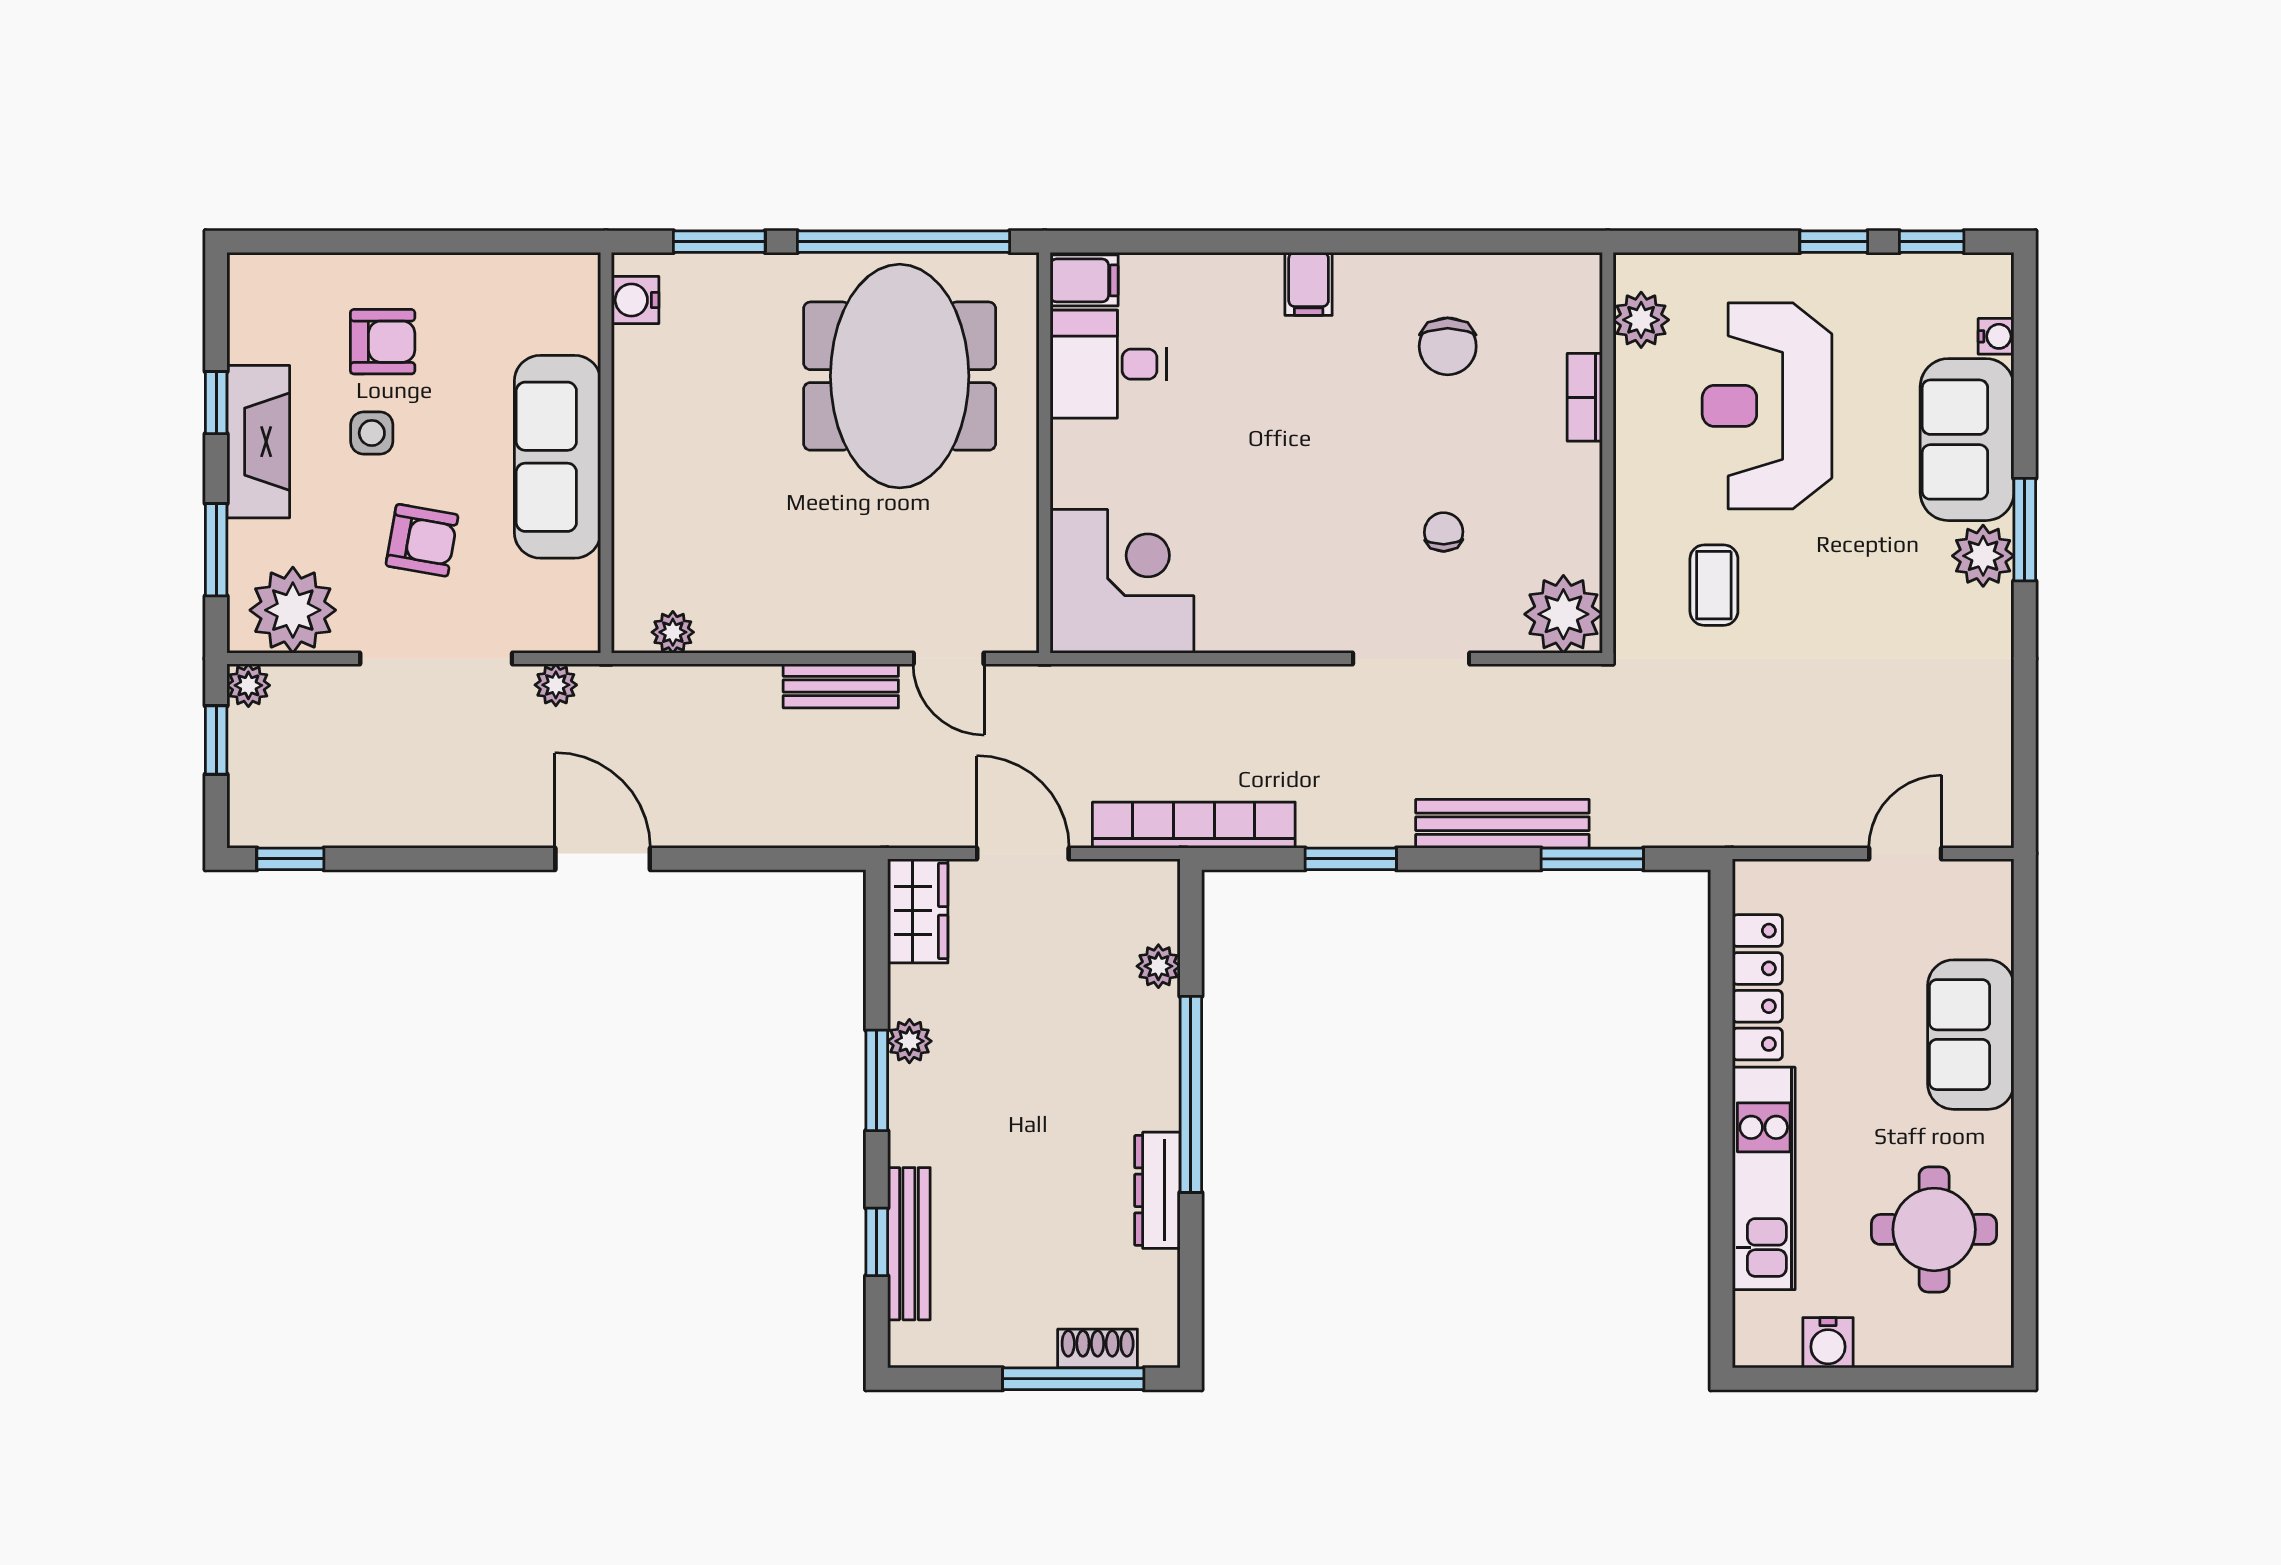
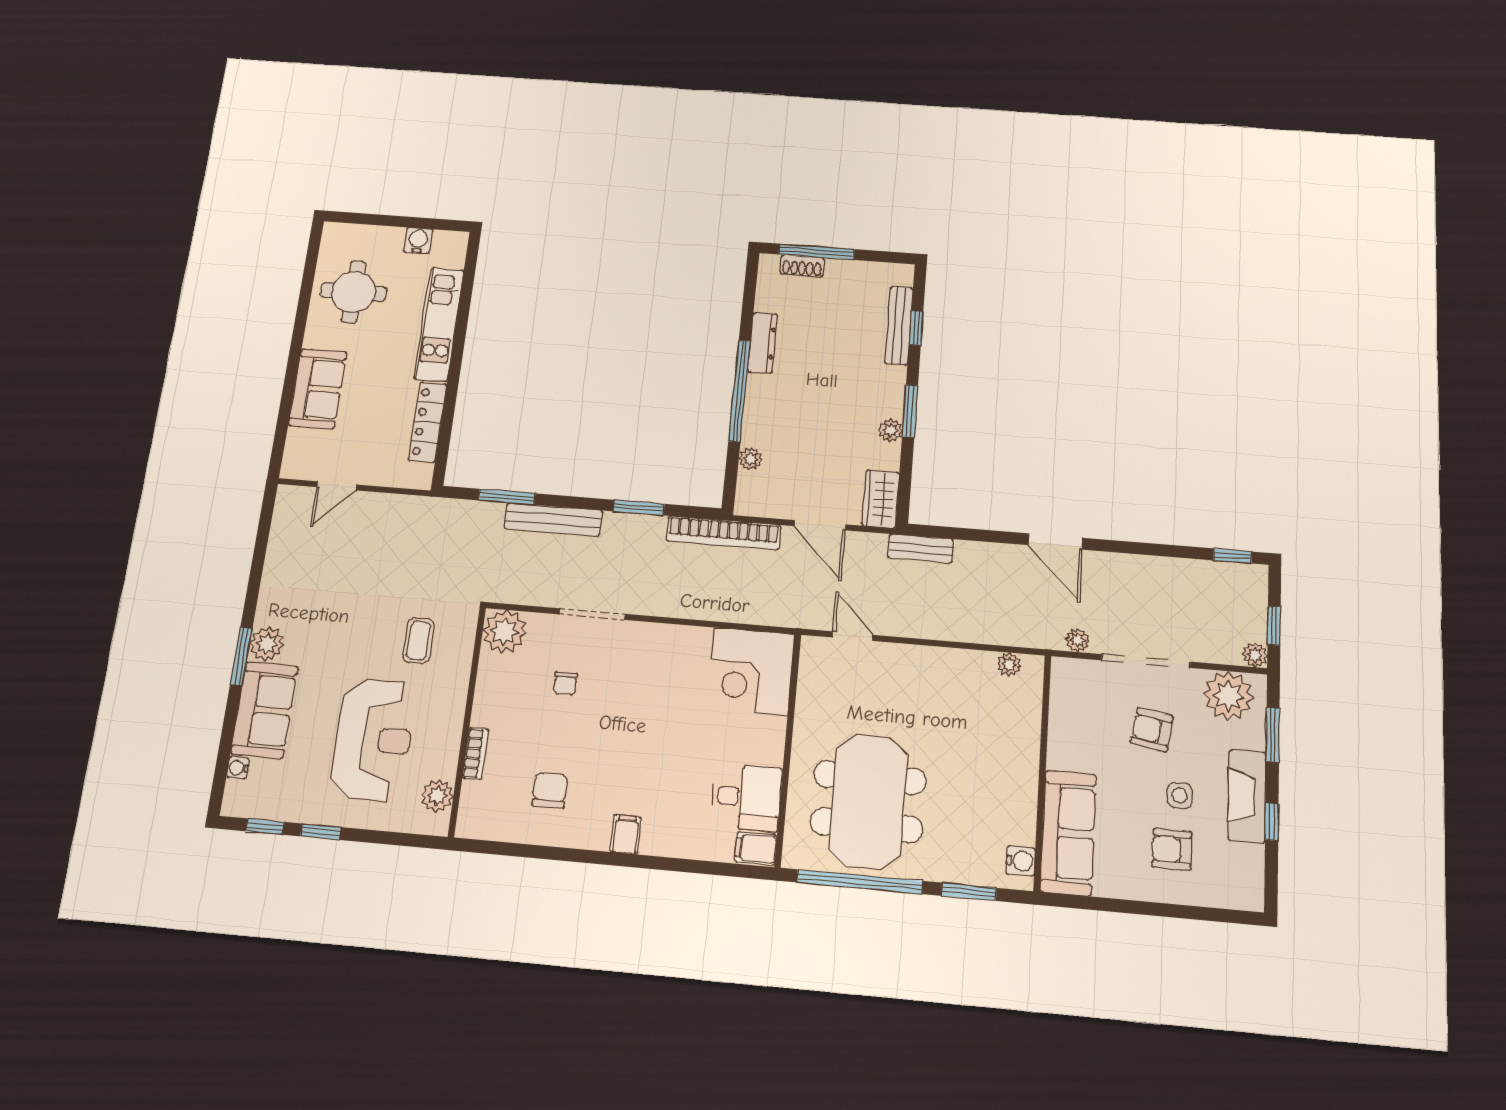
sofa: (558, 457) -> (1068, 833), moved
bench: (841, 686) -> (920, 548), moved

